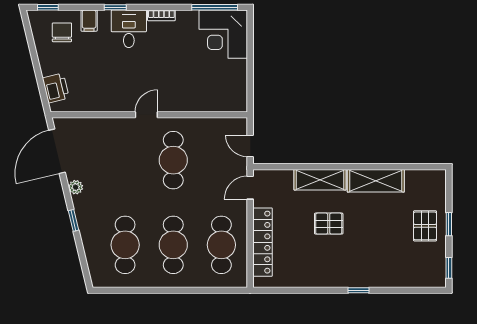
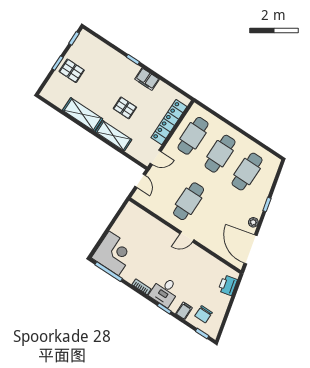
door: (57, 151) -> (250, 249), swing flipped
pallet: (425, 226) -> (72, 71), turned 90
filing cabinet: (325, 277) -> (147, 79), added

